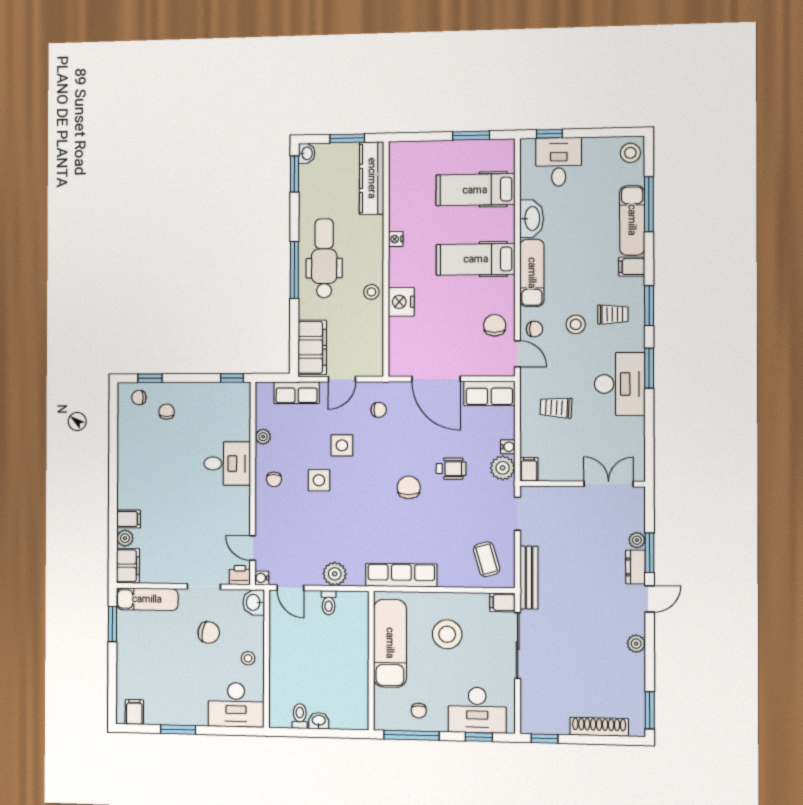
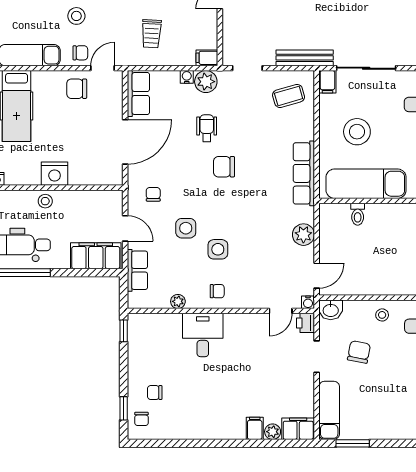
chair: (534, 329) -> (80, 53), turned 90
toilet: (329, 603) -> (358, 214), moved, turned 90

